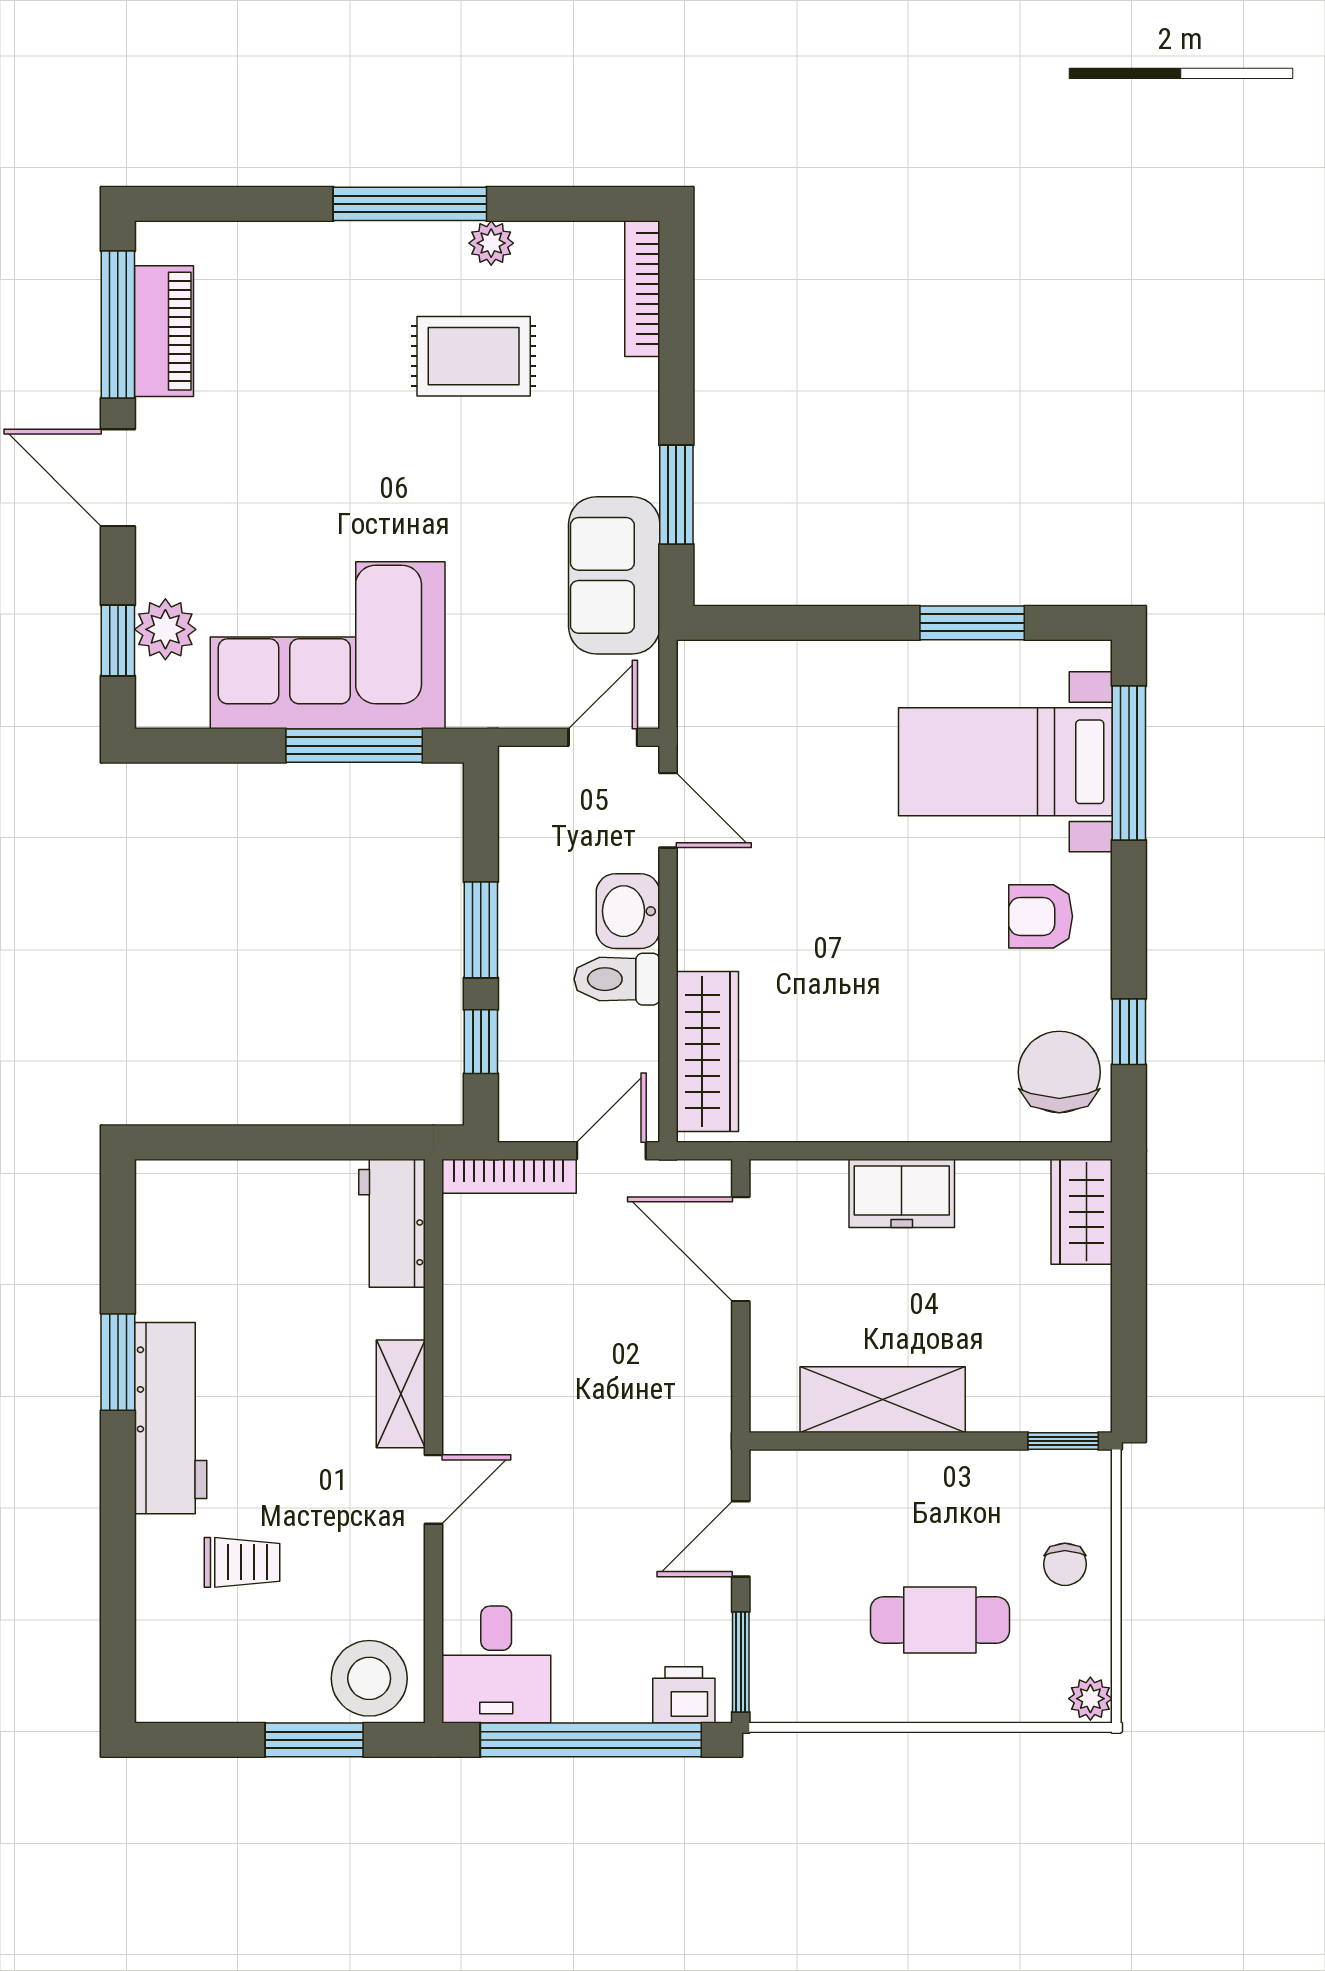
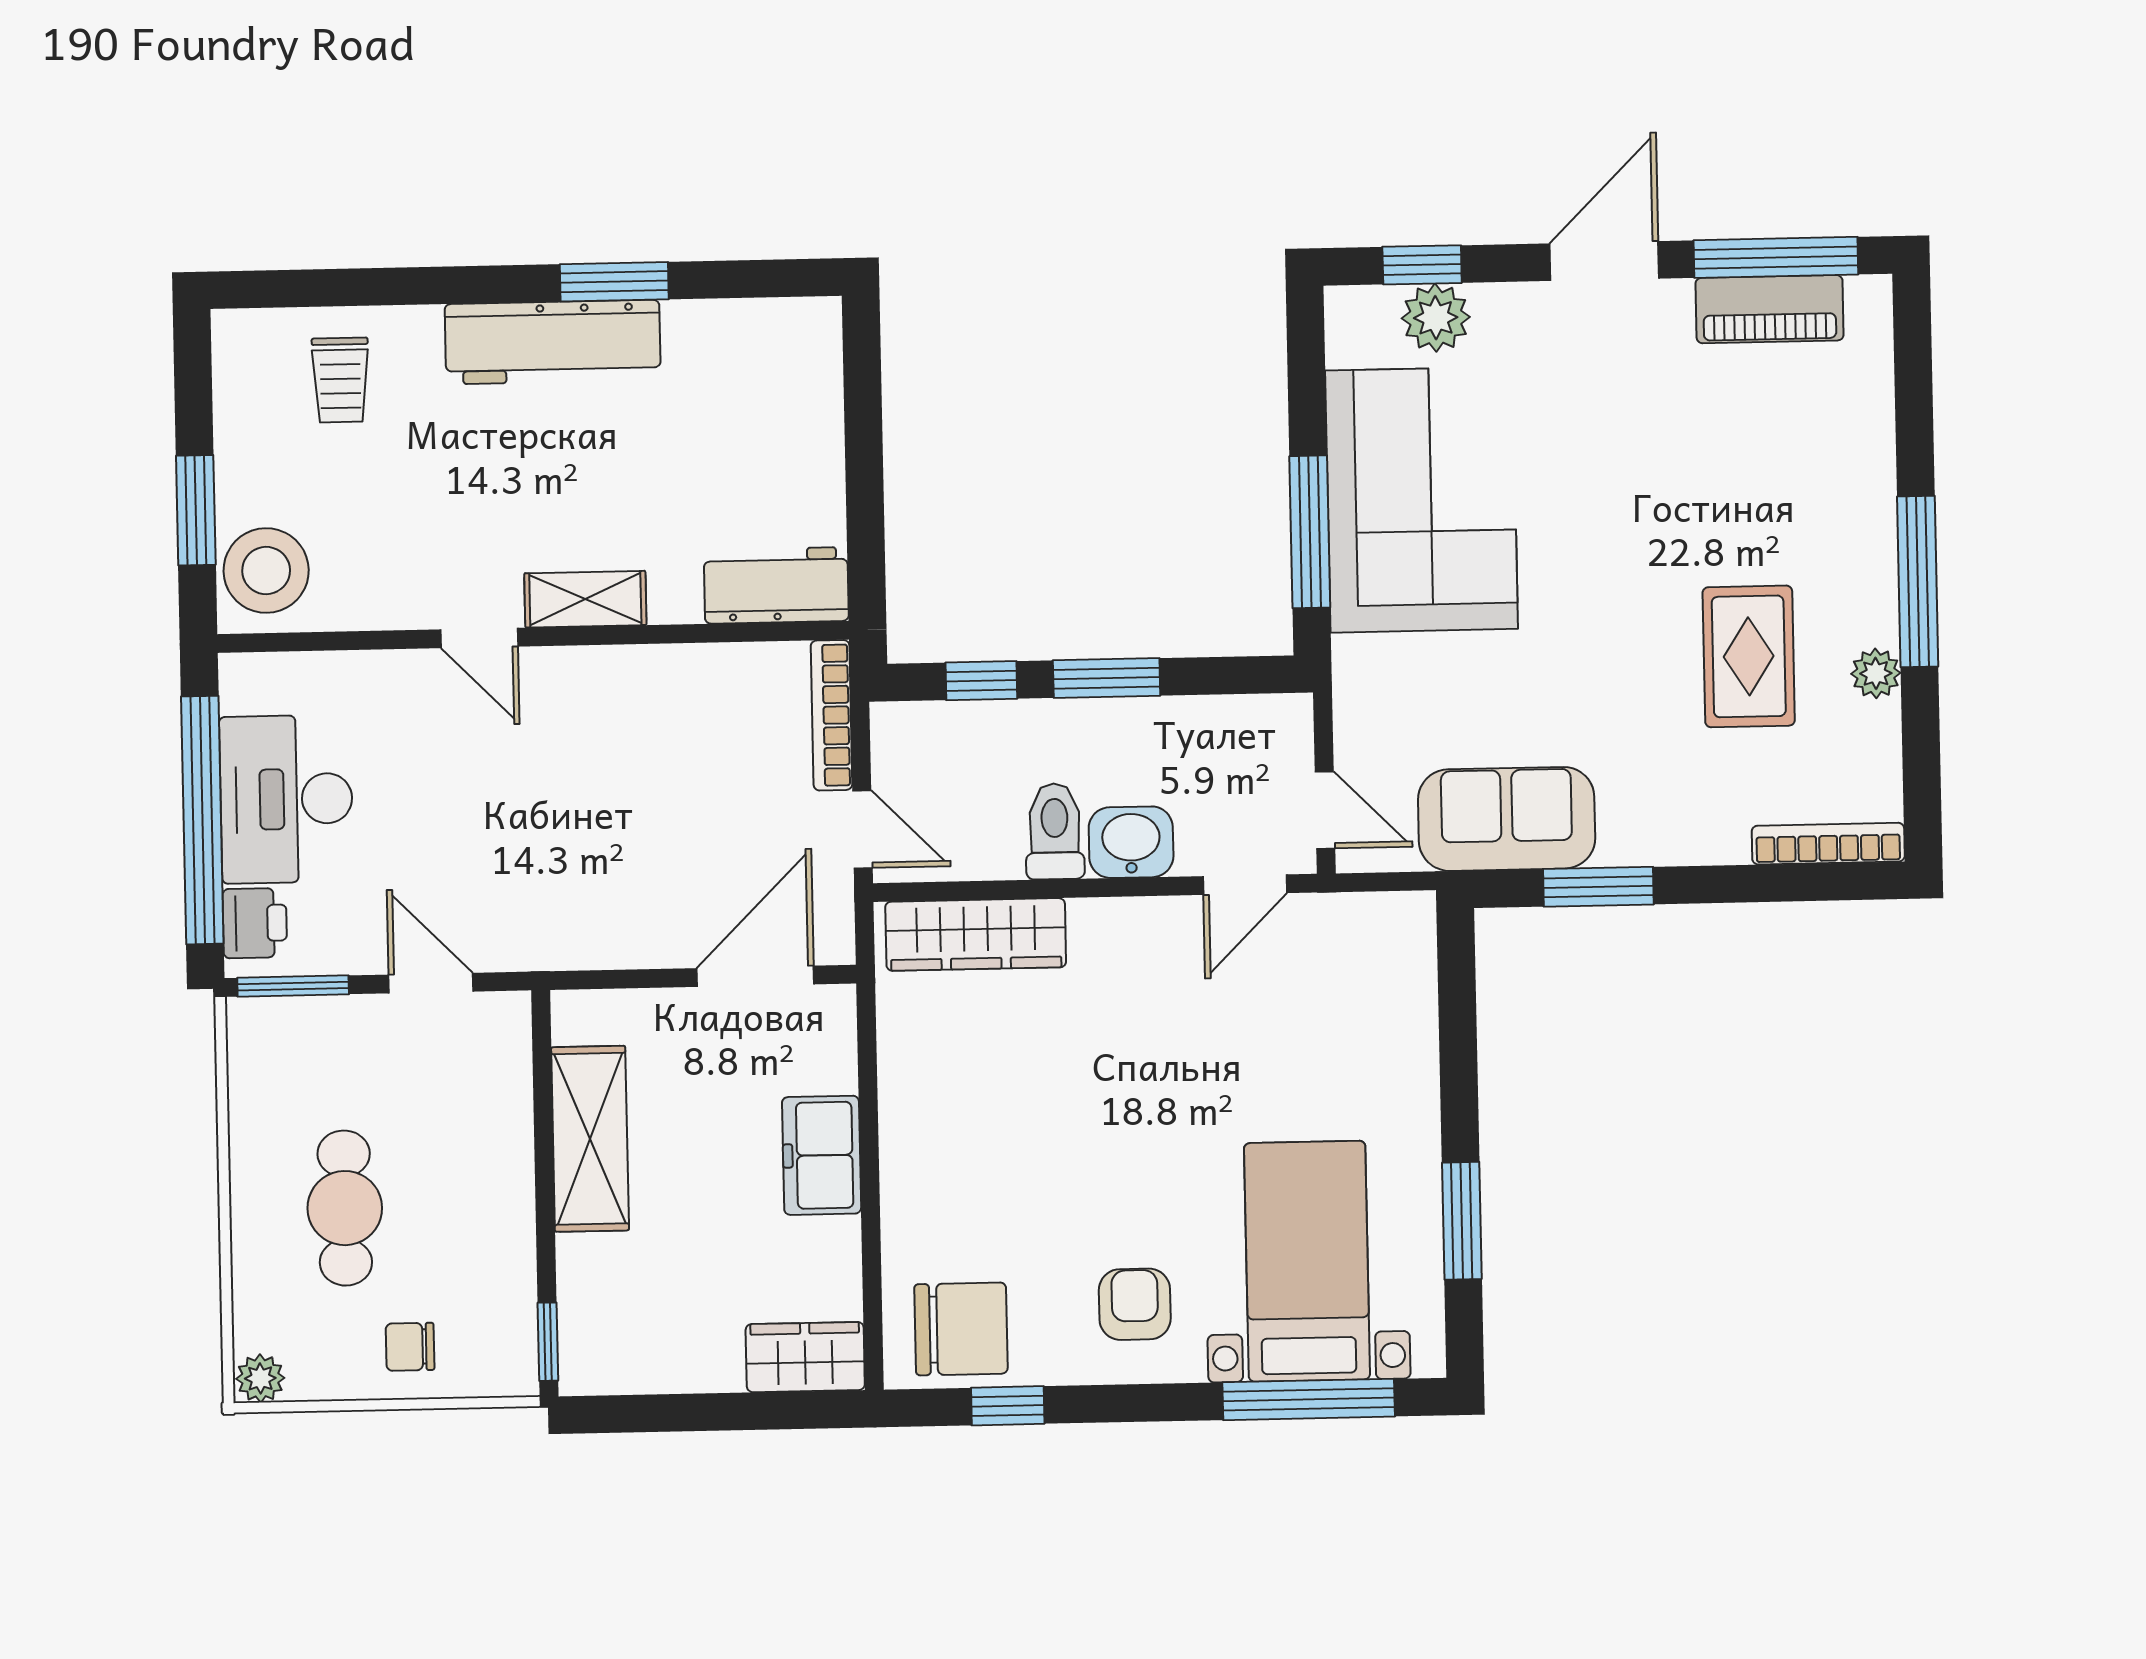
trolley: (242, 1562) -> (340, 380), moved
desk: (496, 1665) -> (286, 799), moved, width x1.37

